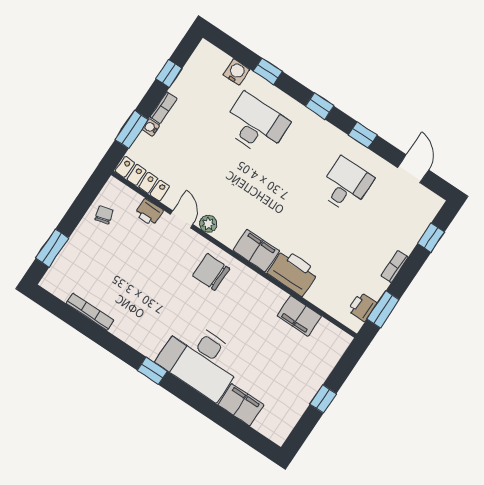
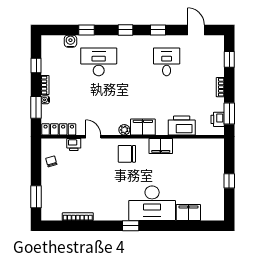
plant: (208, 224) -> (124, 130), moved
printer: (293, 272) -> (182, 126), moved
filing cabinet: (299, 316) -> (161, 146), moved

